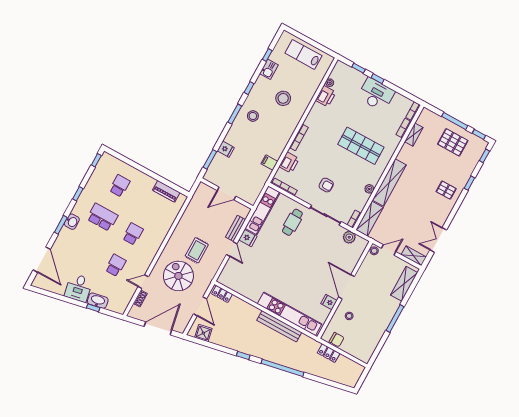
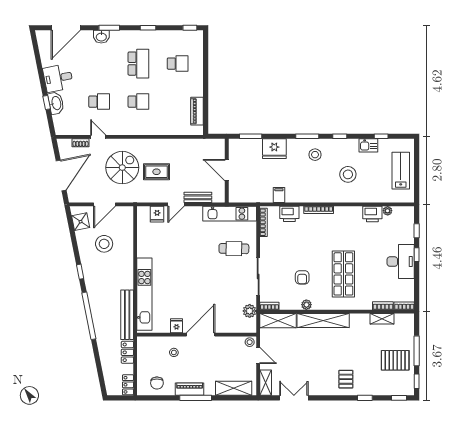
pallet: (453, 142) -> (395, 360), turned 90
fridge: (226, 149) -> (274, 149), width x1.88, depth x1.34
armchair: (326, 185) -> (302, 277), moved
washbasin: (72, 222) -> (101, 37), moved
fridge: (248, 238) -> (157, 214), moved
locker: (222, 294) -> (128, 385), moved
piano: (385, 320) -> (190, 389), added
stool: (231, 324) -> (104, 244), added
bench: (279, 326) -> (127, 315), moved
door: (158, 328) -> (61, 175), hinge flipped
chair: (337, 340) -> (157, 383), moved

